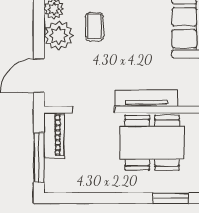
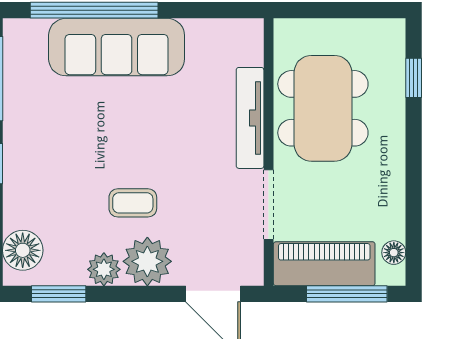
piano: (54, 135) -> (324, 264), width x1.37, depth x1.33
floor lamp: (64, 186) -> (394, 253), added
window: (171, 198) -> (414, 78), width x0.67

